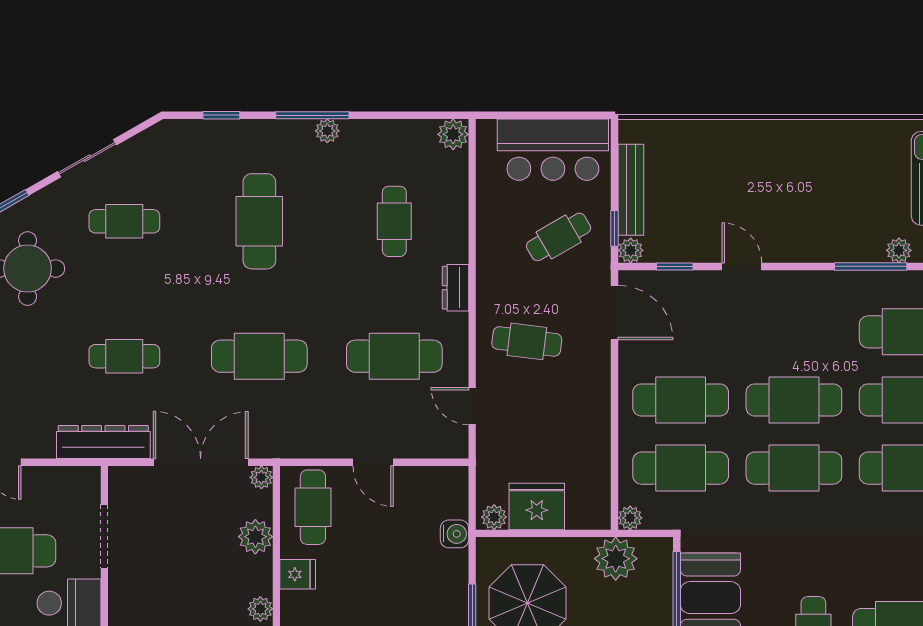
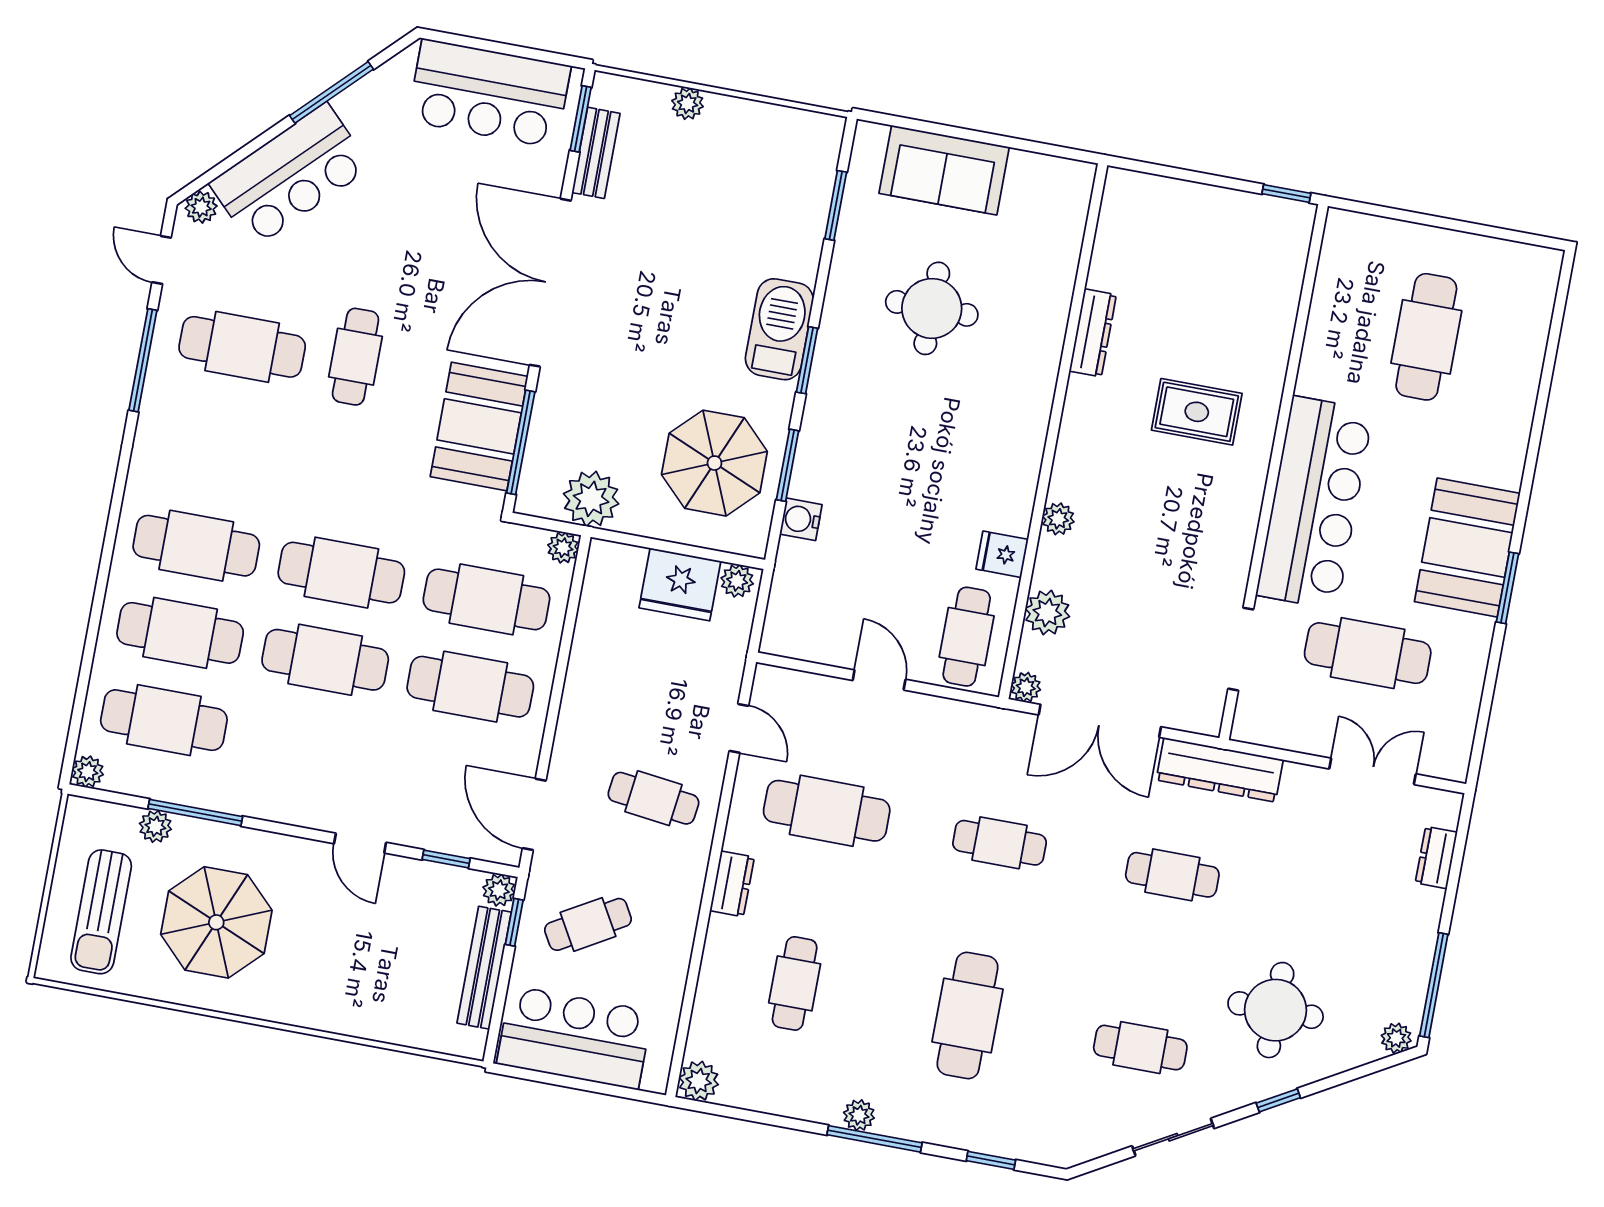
parasol: (839, 187) -> (216, 922), added
cafe table: (259, 356) -> (1000, 843), width x0.73, depth x0.74
water cooler: (454, 534) -> (801, 519), moved

